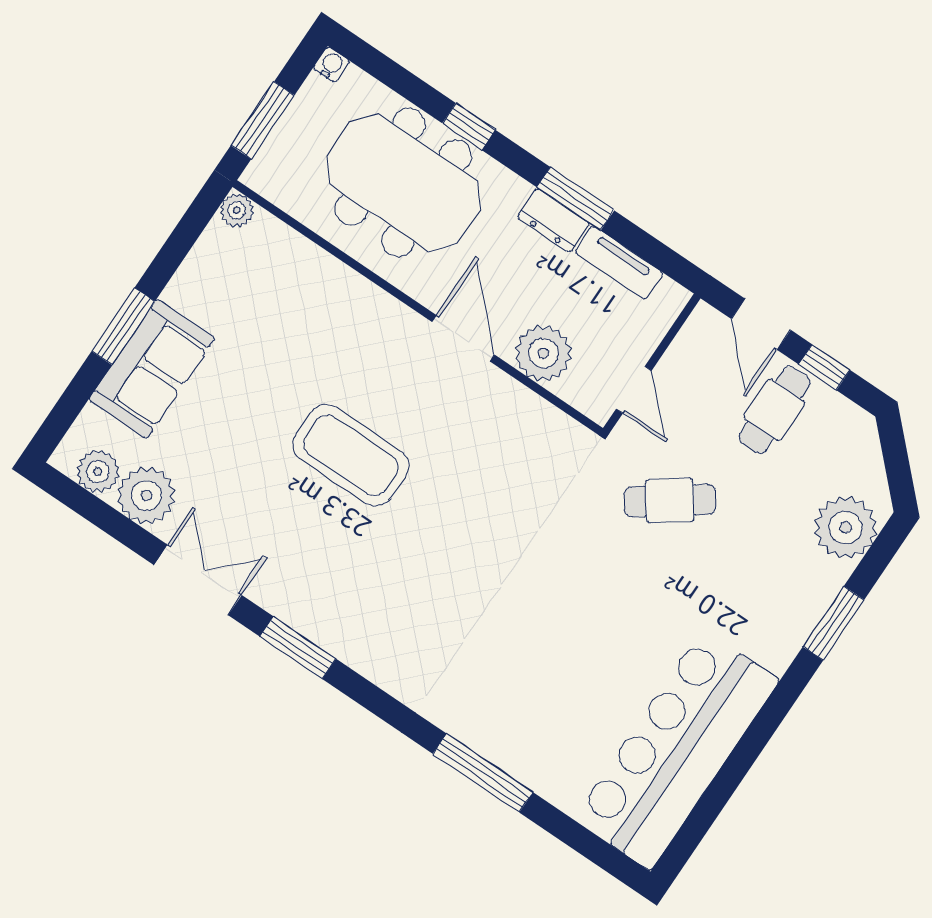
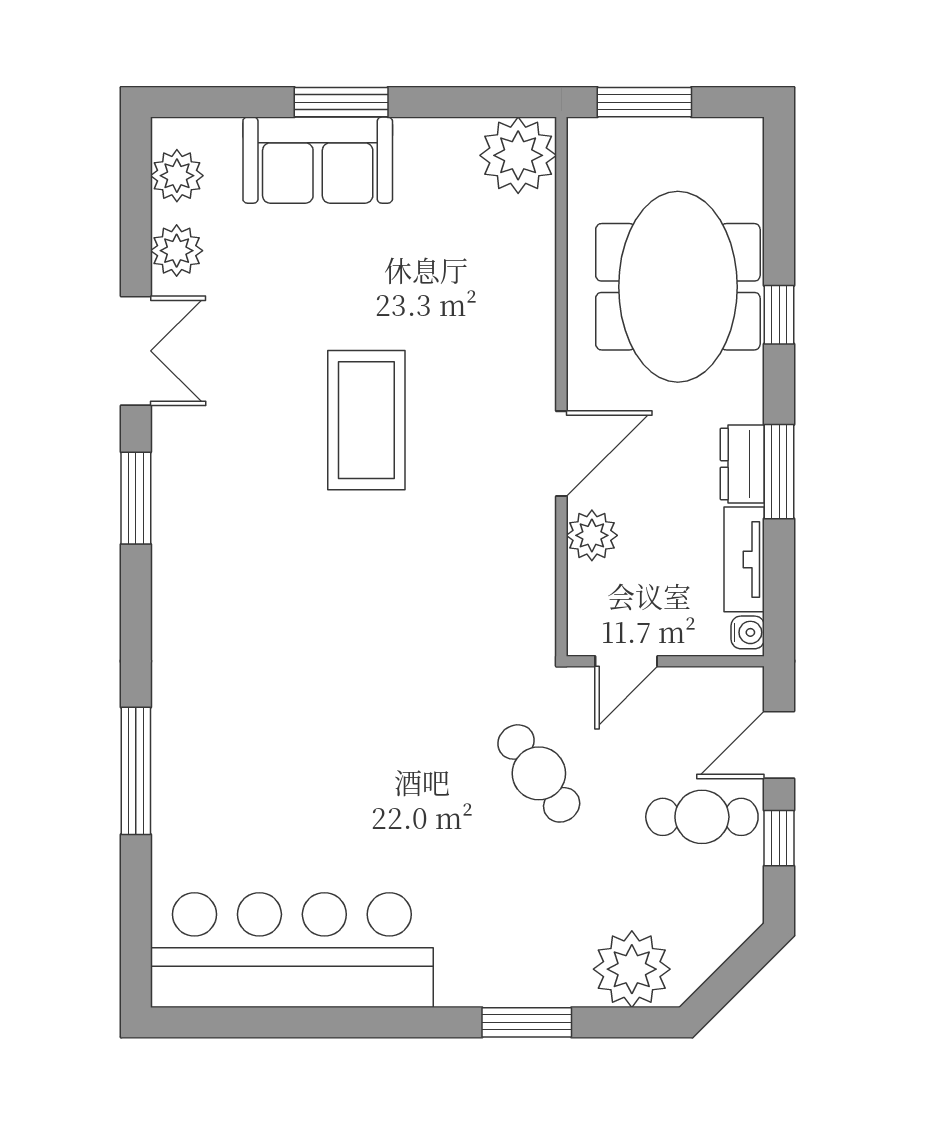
water cooler: (331, 65) -> (748, 632), moved
plant: (237, 210) -> (518, 155), width x1.88, depth x1.88
plant: (543, 353) -> (592, 535), width x0.73, depth x0.73
plant: (146, 495) -> (177, 251), width x0.73, depth x0.73

